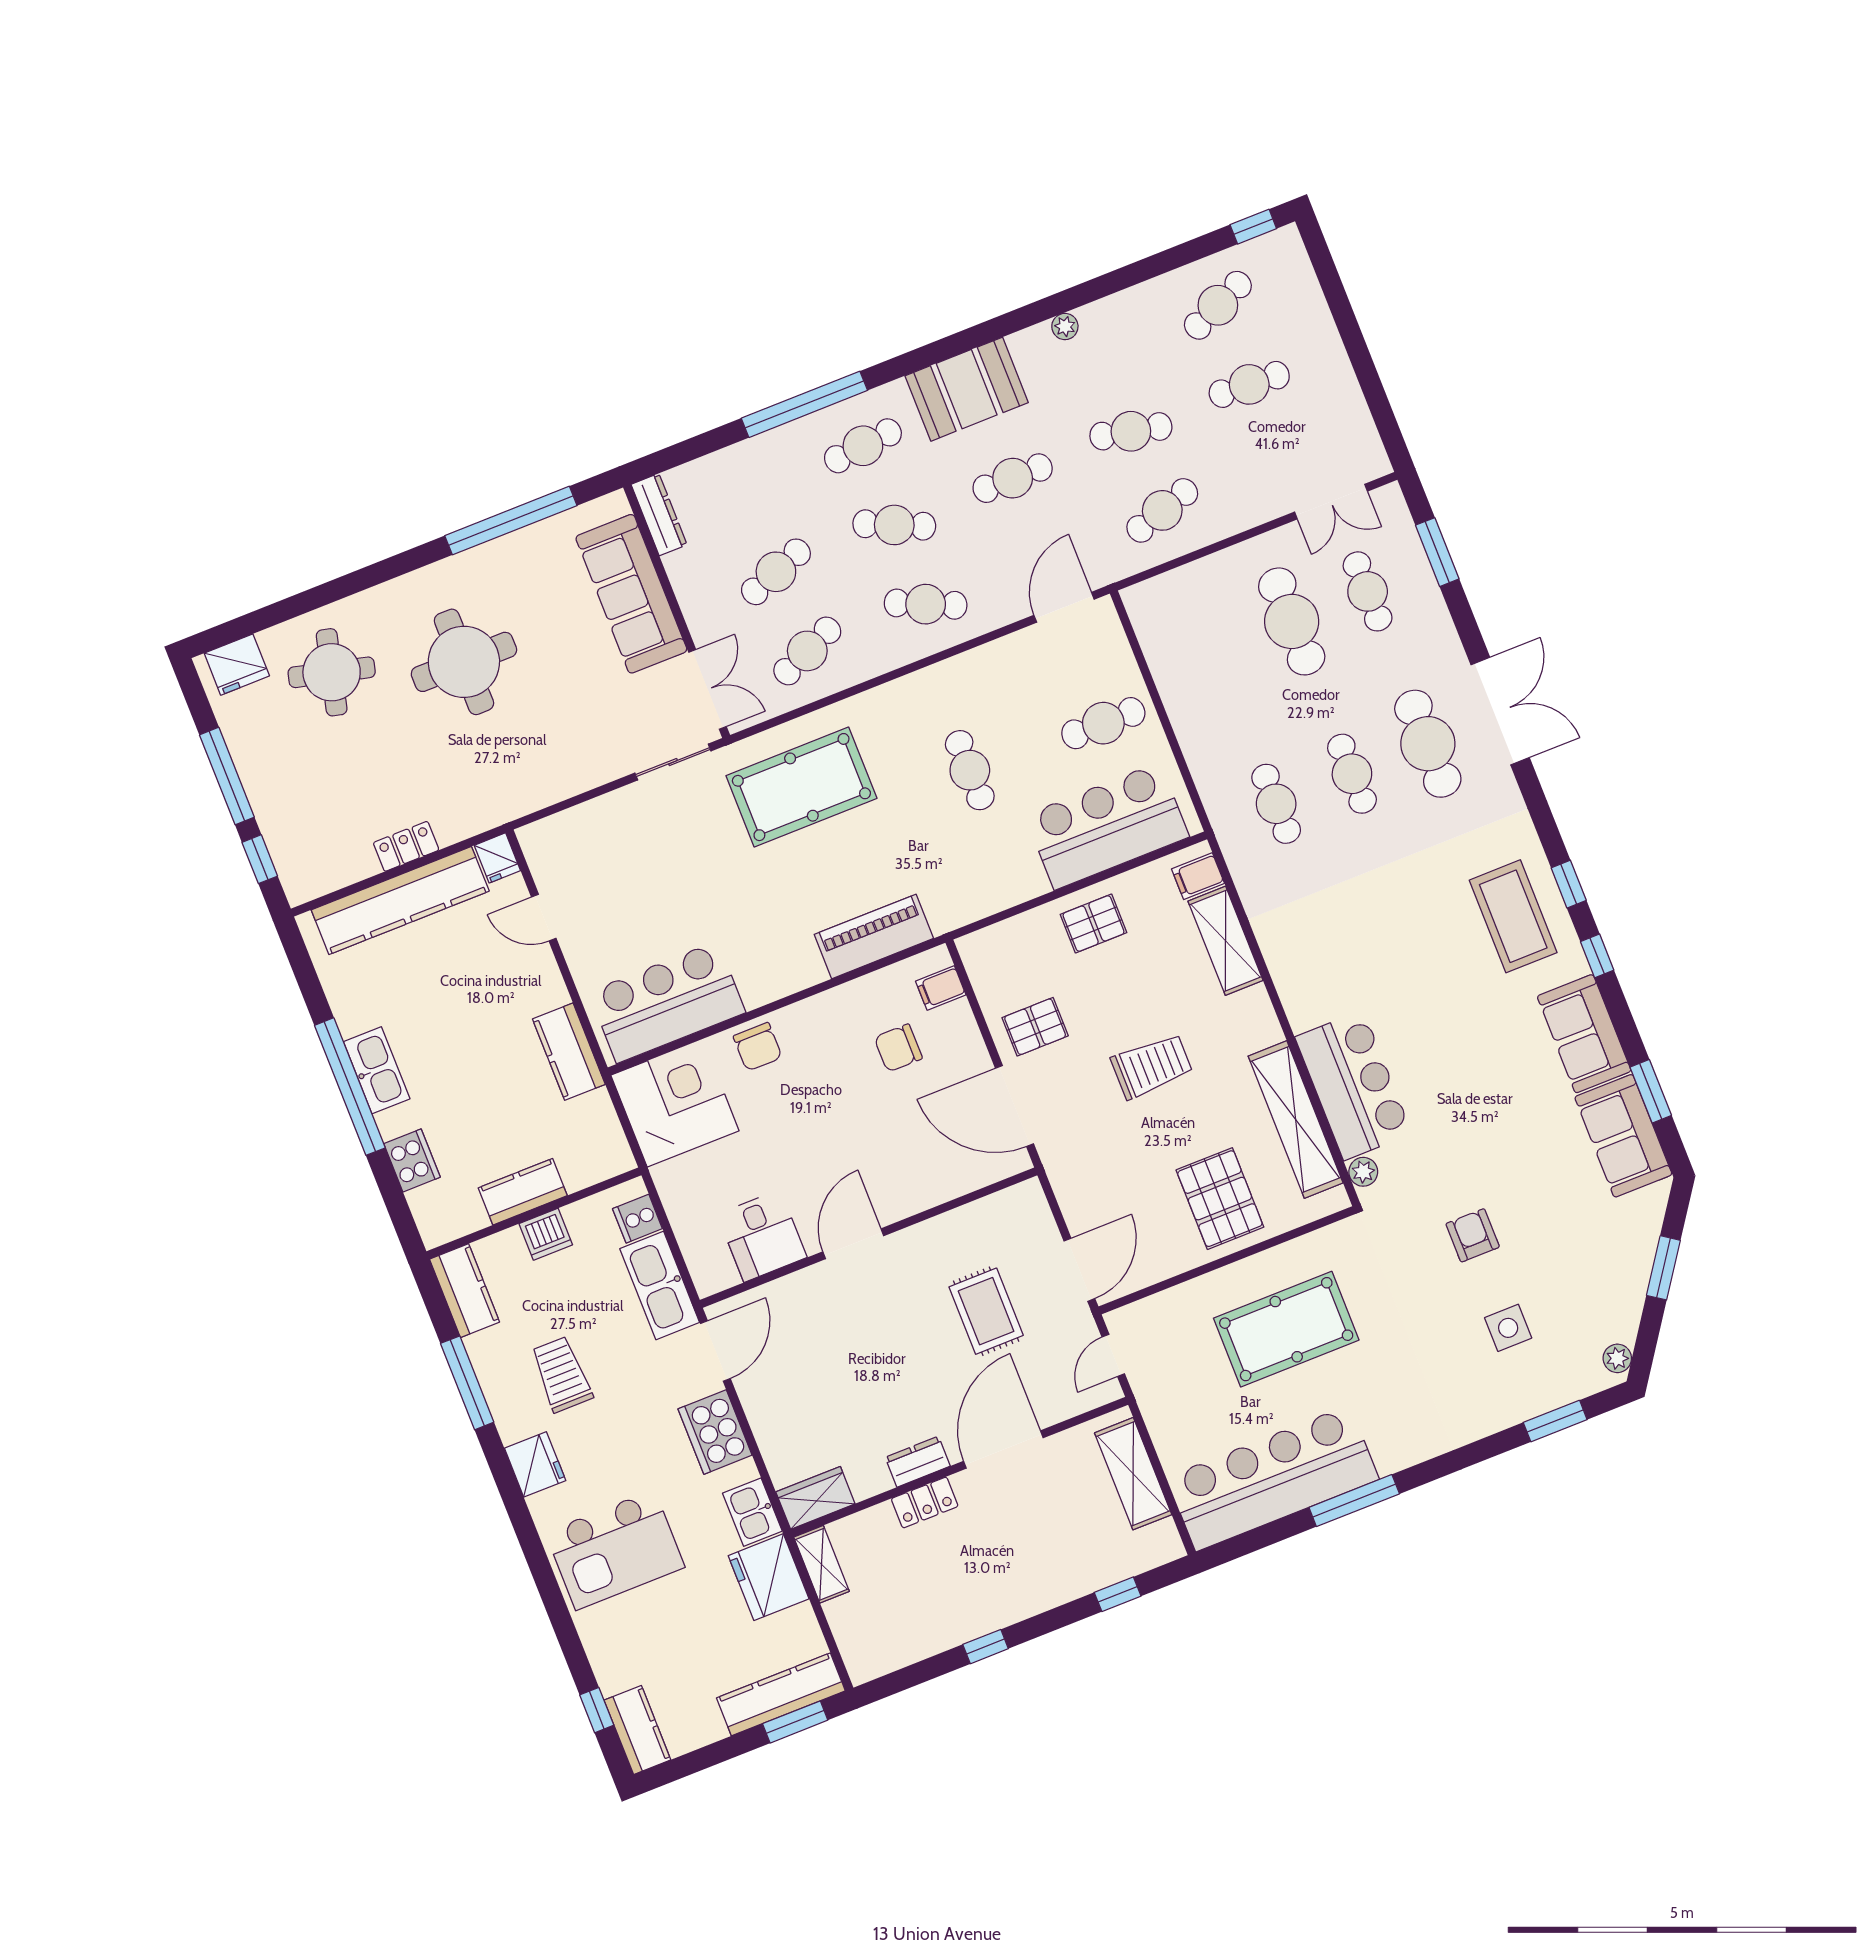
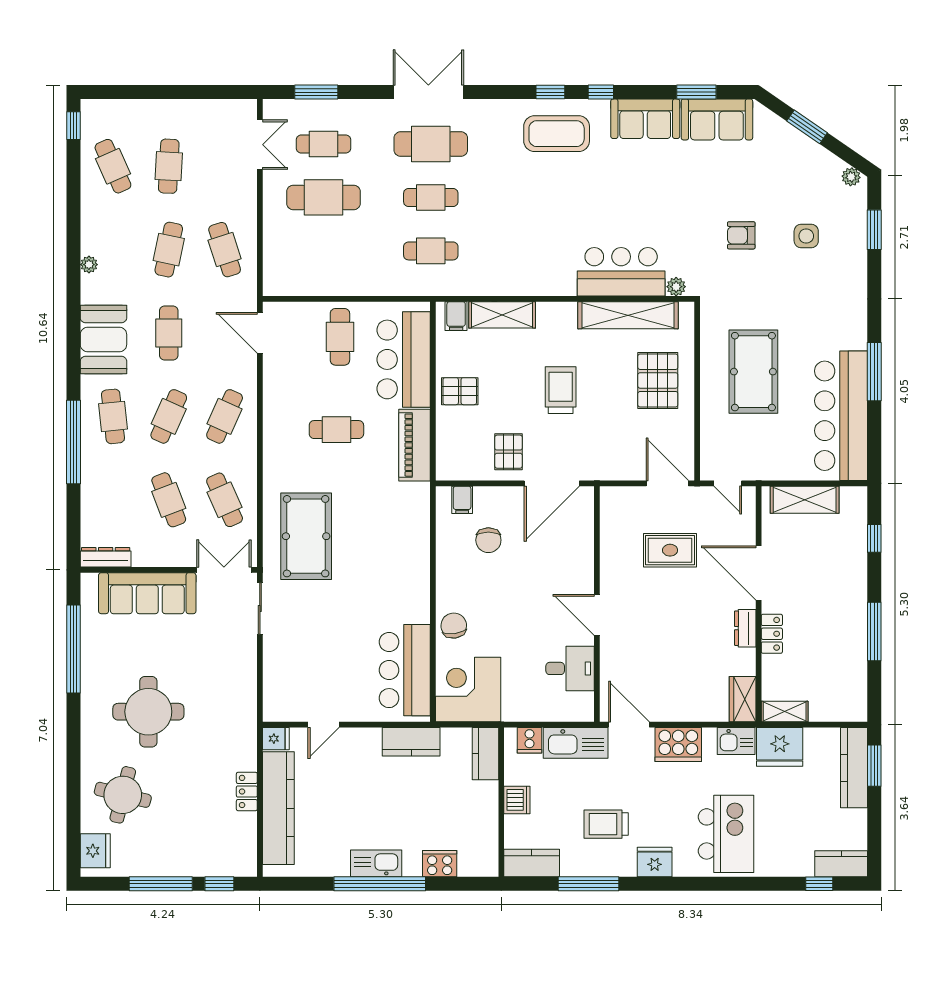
pallet: (1094, 924) -> (460, 391), turned 90
piano: (874, 936) -> (415, 445), moved
chair: (758, 1047) -> (454, 626), turned -98
kitchen counter: (523, 1192) -> (485, 754), moved
pallet: (1220, 1199) -> (658, 380), turned 90
window: (986, 1647) -> (874, 631), width x2.17

